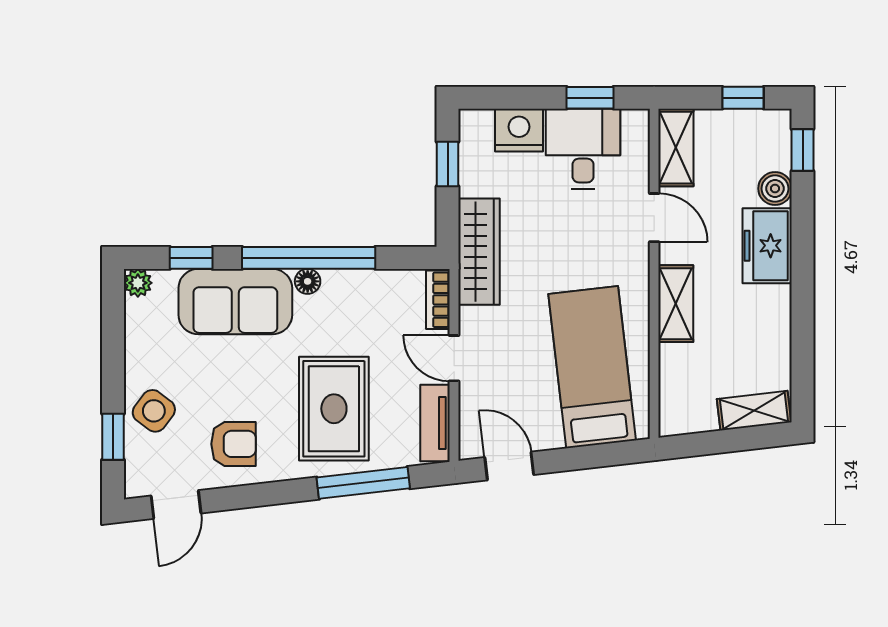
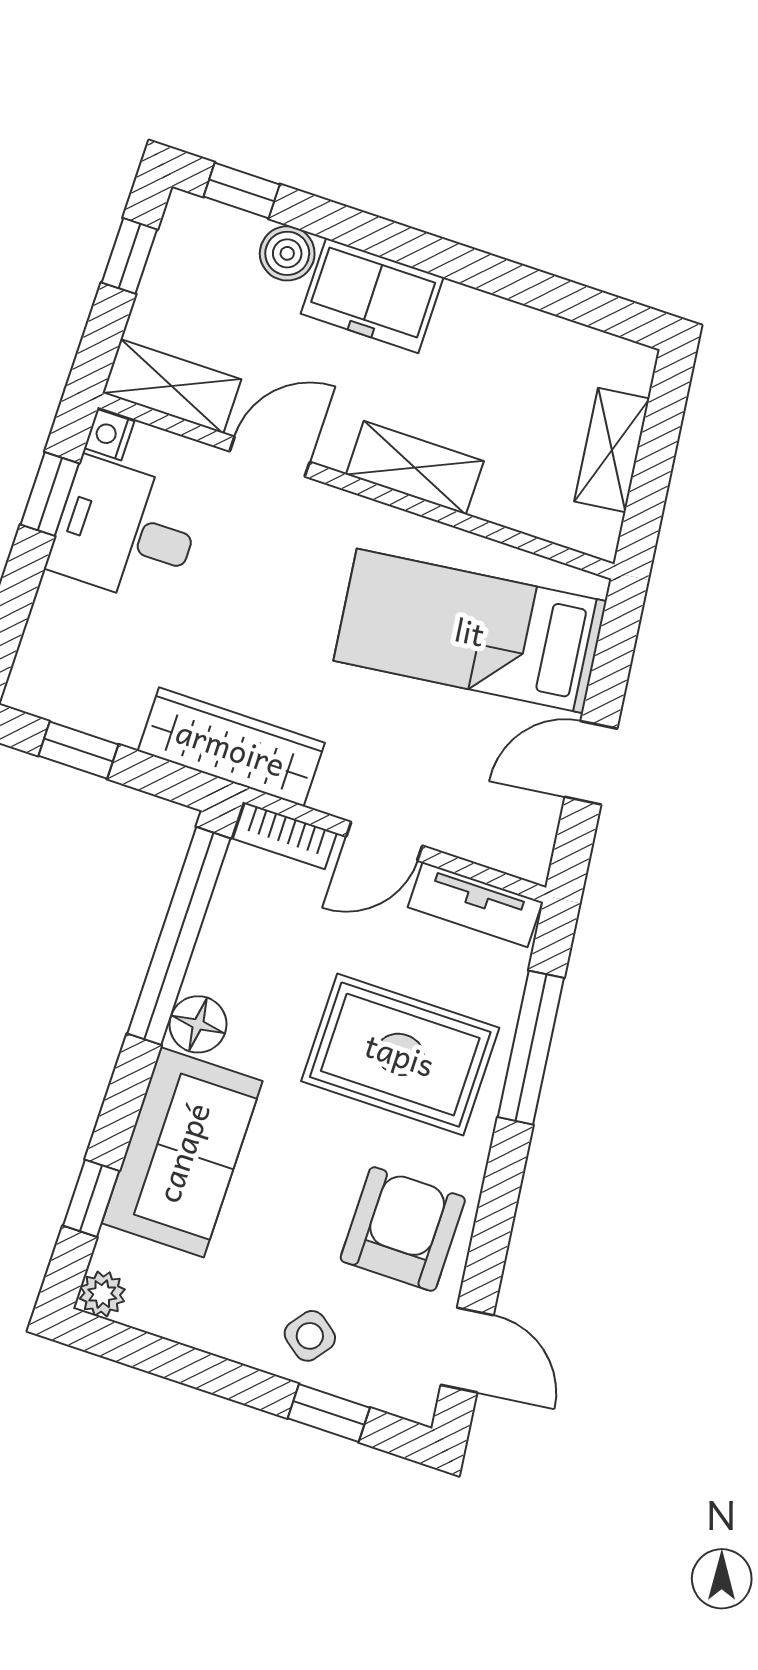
nightstand: (519, 130) -> (109, 435), moved, width x0.53, depth x0.56
window: (309, 258) -> (179, 936), moved
floor lamp: (308, 281) -> (198, 1024), width x1.37, depth x1.37
side table: (154, 411) -> (310, 1336), width x0.73, depth x0.73
shelving: (754, 411) -> (612, 450), moved
armchair: (234, 444) -> (403, 1229), width x1.38, depth x1.38
door: (509, 466) -> (591, 763), moved

